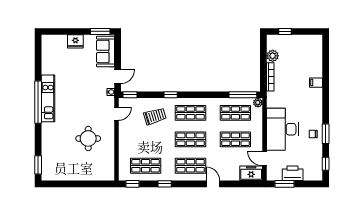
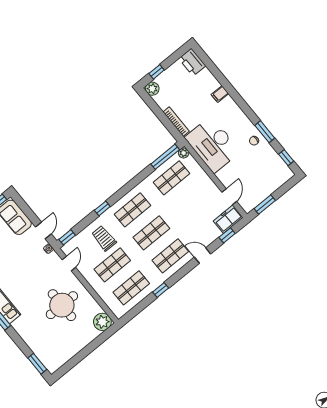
plant: (273, 56) -> (152, 89), moved
trolley: (155, 116) -> (104, 238), turned -73
desk: (282, 129) -> (213, 144), moved
round table: (88, 138) -> (62, 305), width x1.36, depth x1.36
shop shelf: (235, 139) -> (112, 265), moved
door: (265, 158) -> (229, 197), swing flipped
plant: (107, 173) -> (102, 322), added
printer: (293, 173) -> (192, 62), moved, turned -90
window: (132, 184) -> (227, 235), moved

